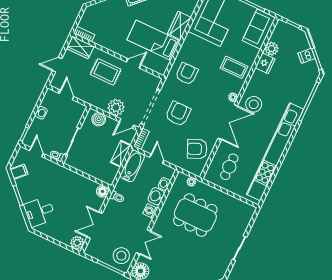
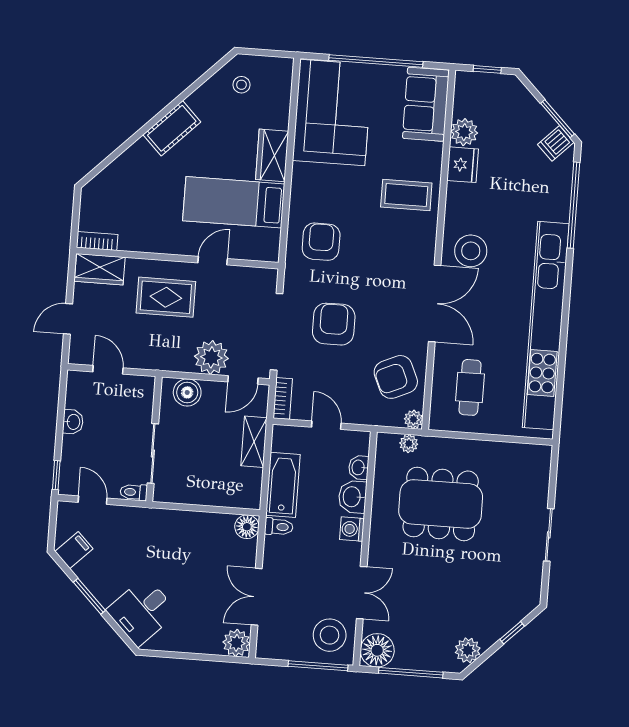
dishwasher: (307, 56) -> (556, 143), moved
plant: (233, 97) -> (413, 419), moved
bathtub: (132, 166) -> (283, 485), moved

